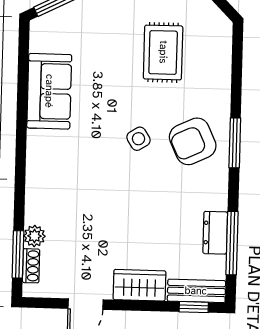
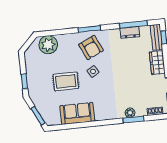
plant: (212, 46) -> (48, 45), added
rug: (163, 52) -> (66, 81), moved
plant: (34, 236) -> (130, 113), moved
window: (18, 254) -> (133, 120), moved

